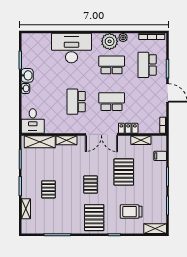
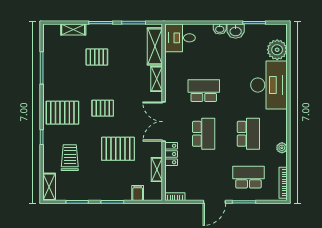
plant: (110, 41) -> (277, 50), moved

